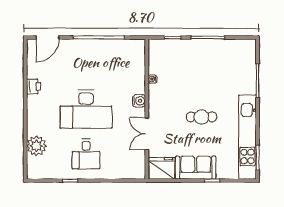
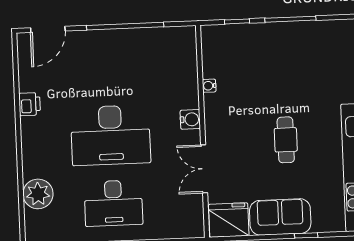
cafe table: (201, 117) -> (286, 140), turned 90
desk: (86, 154) -> (113, 203), width x1.37

